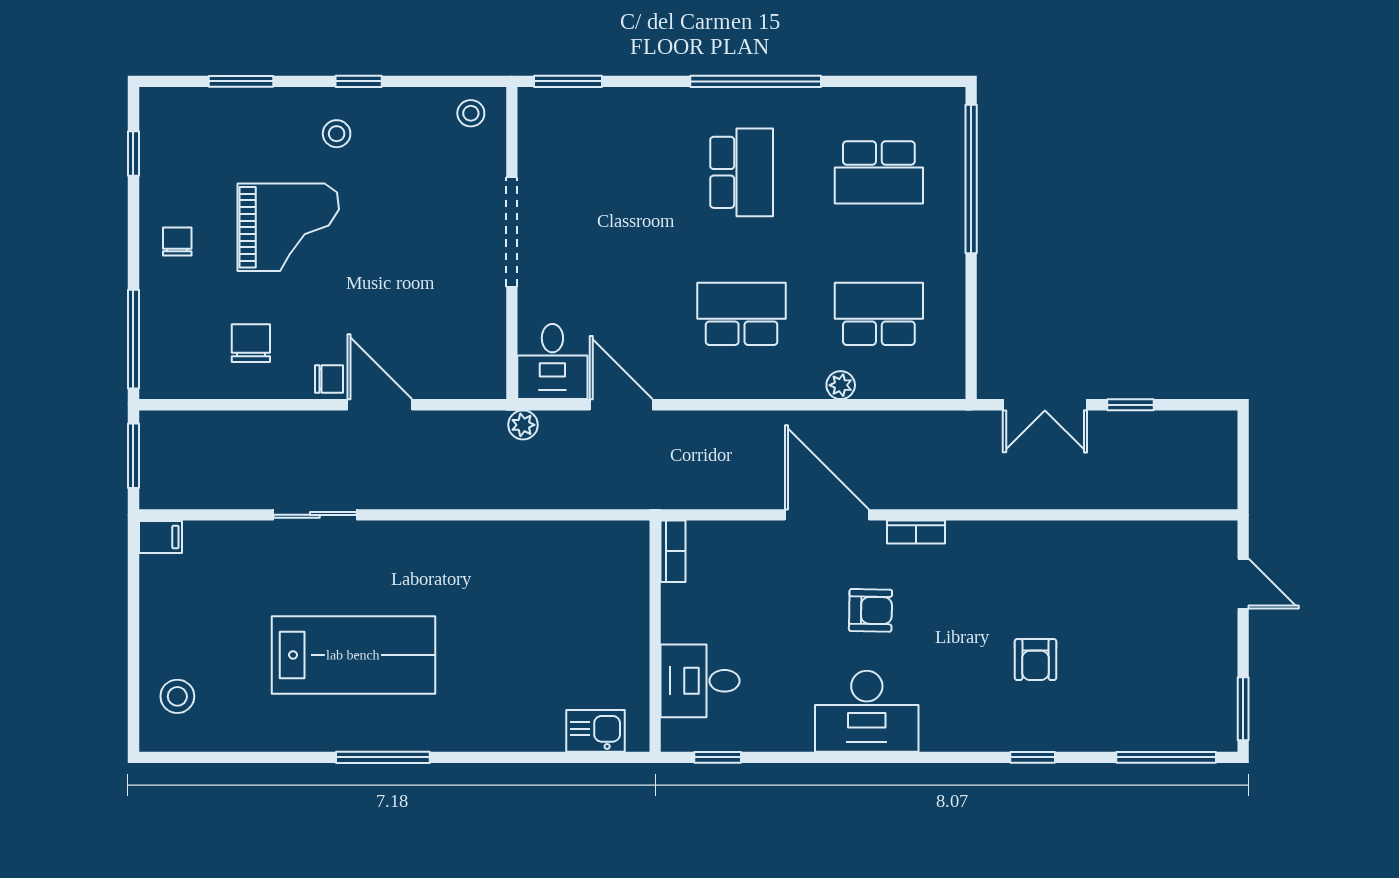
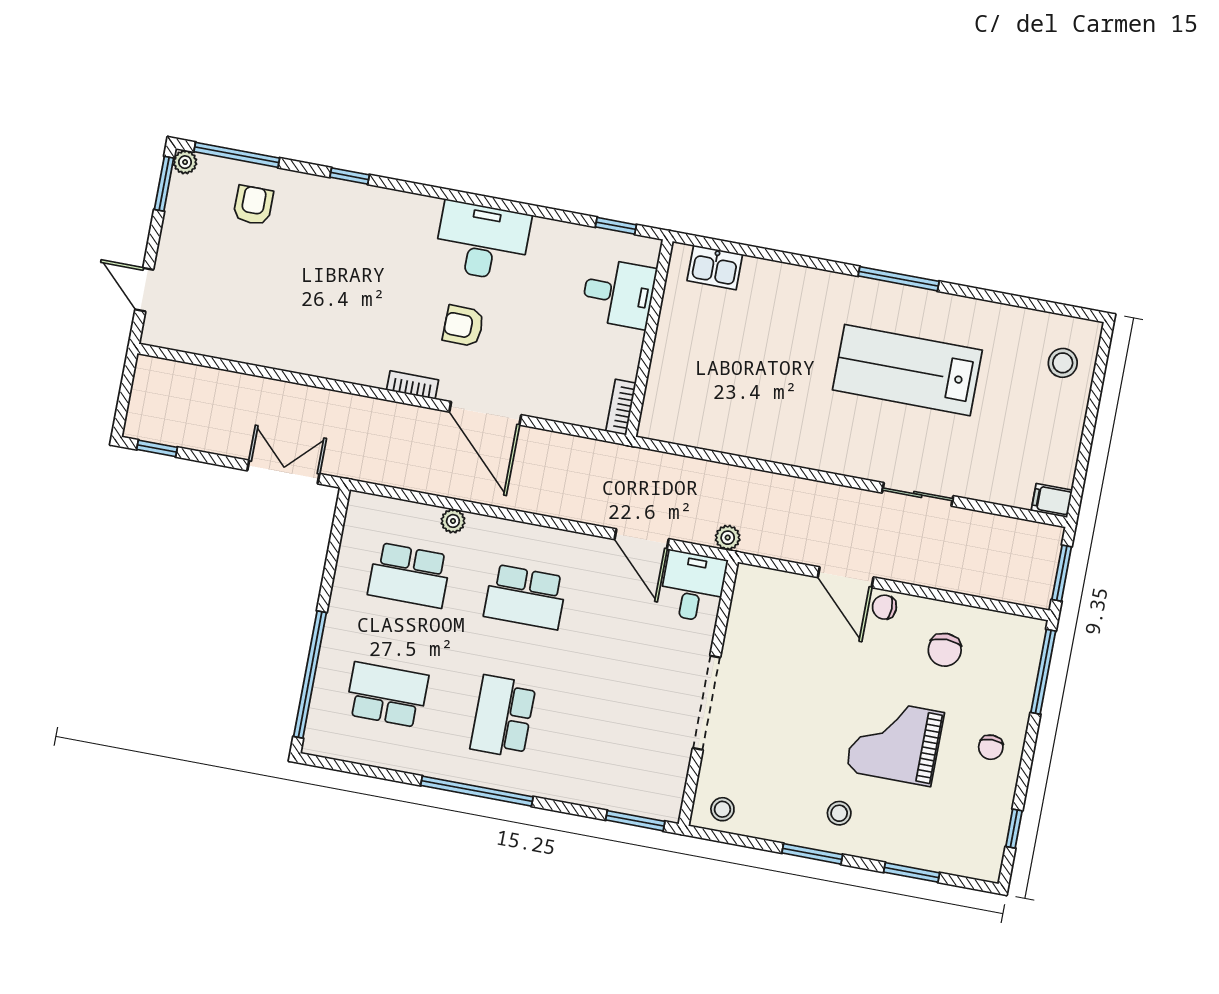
window: (359, 81) -> (812, 854), width x1.50
window: (1130, 405) -> (157, 448), moved
armchair: (1035, 660) -> (253, 205), moved
plant: (1224, 738) -> (185, 162), added

